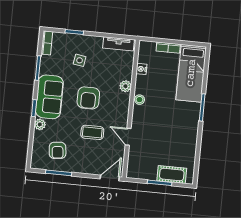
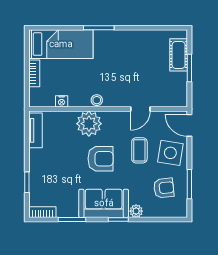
side table: (80, 60) -> (170, 153), moved, width x1.87, depth x1.87
plant: (125, 86) -> (89, 124), width x1.87, depth x1.87

